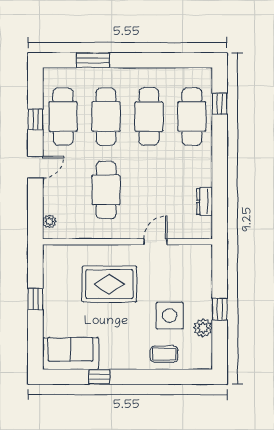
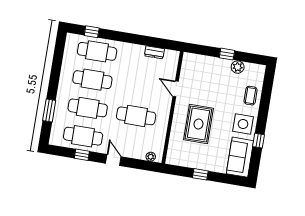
side table: (170, 316) -> (243, 124), moved

